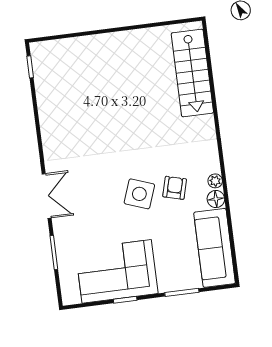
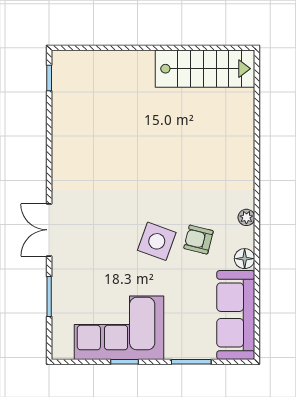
stairs: (192, 73) -> (205, 69), moved, turned -90
plant: (215, 181) -> (246, 217), moved
armchair: (175, 188) -> (198, 240), turned -91
double door: (47, 196) -> (49, 230), swing flipped

